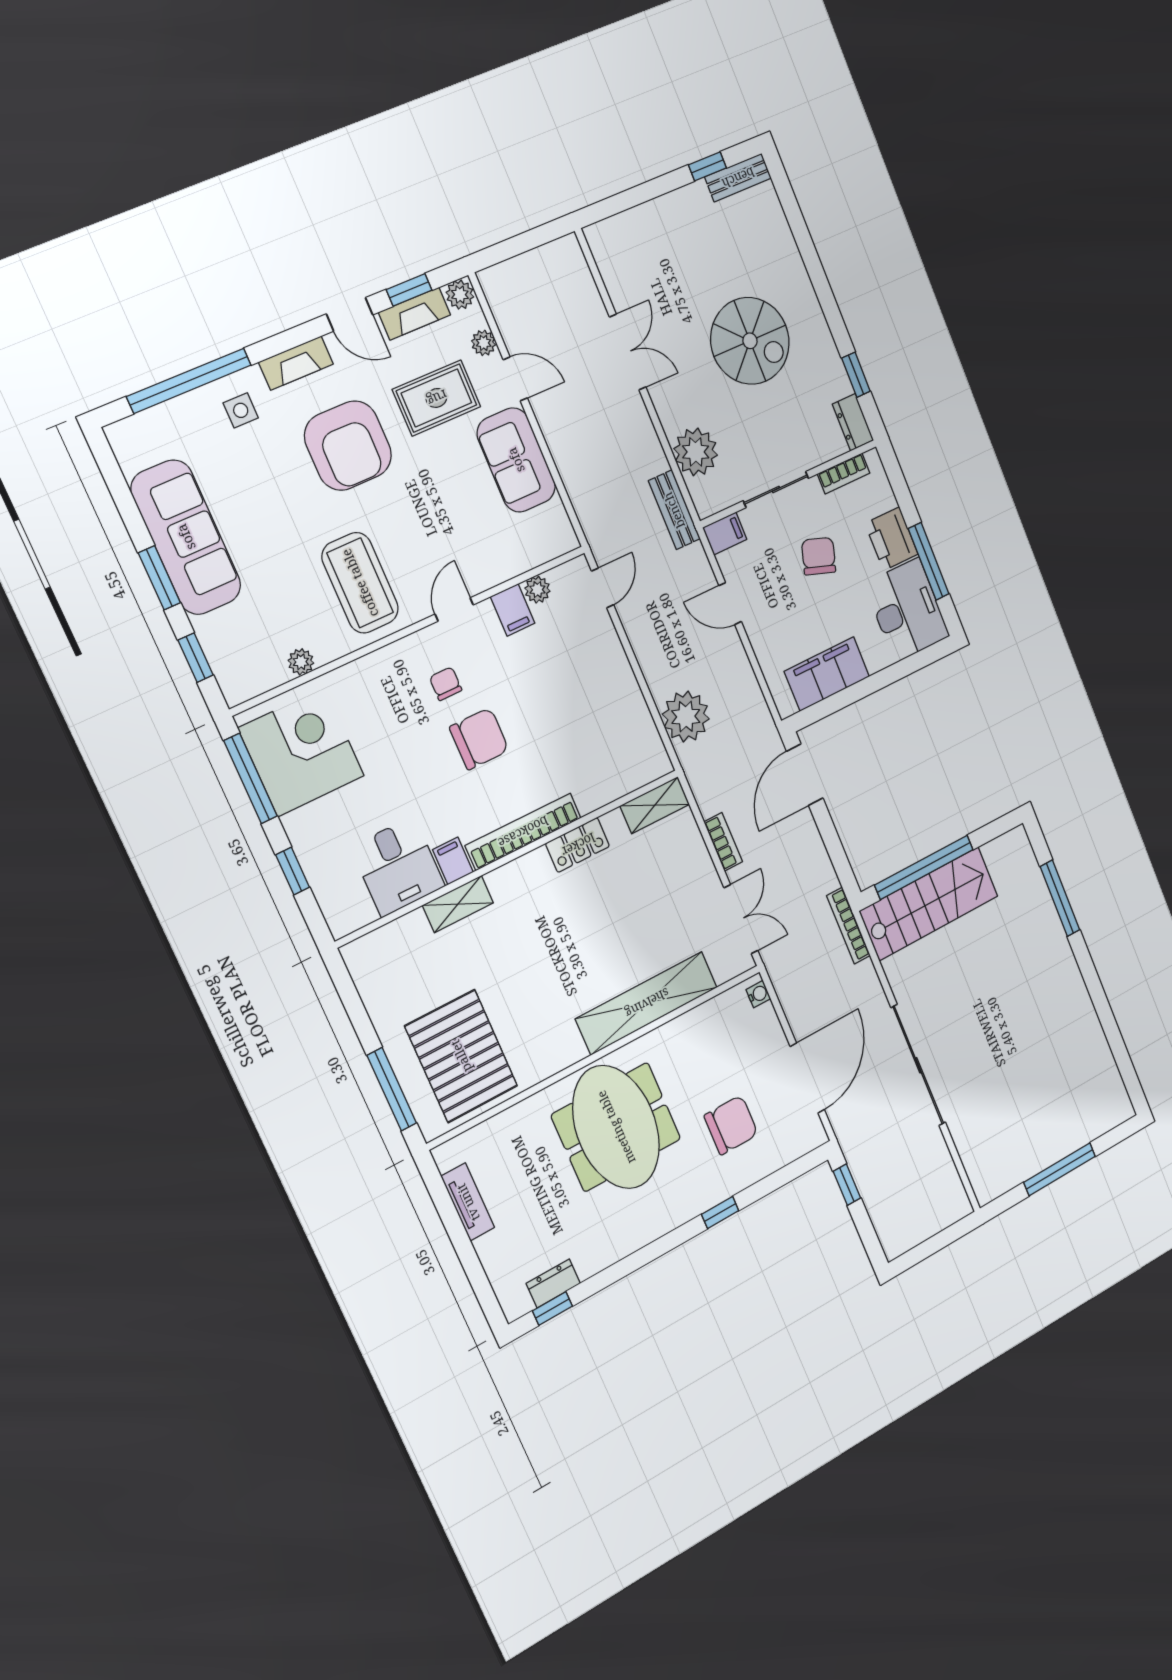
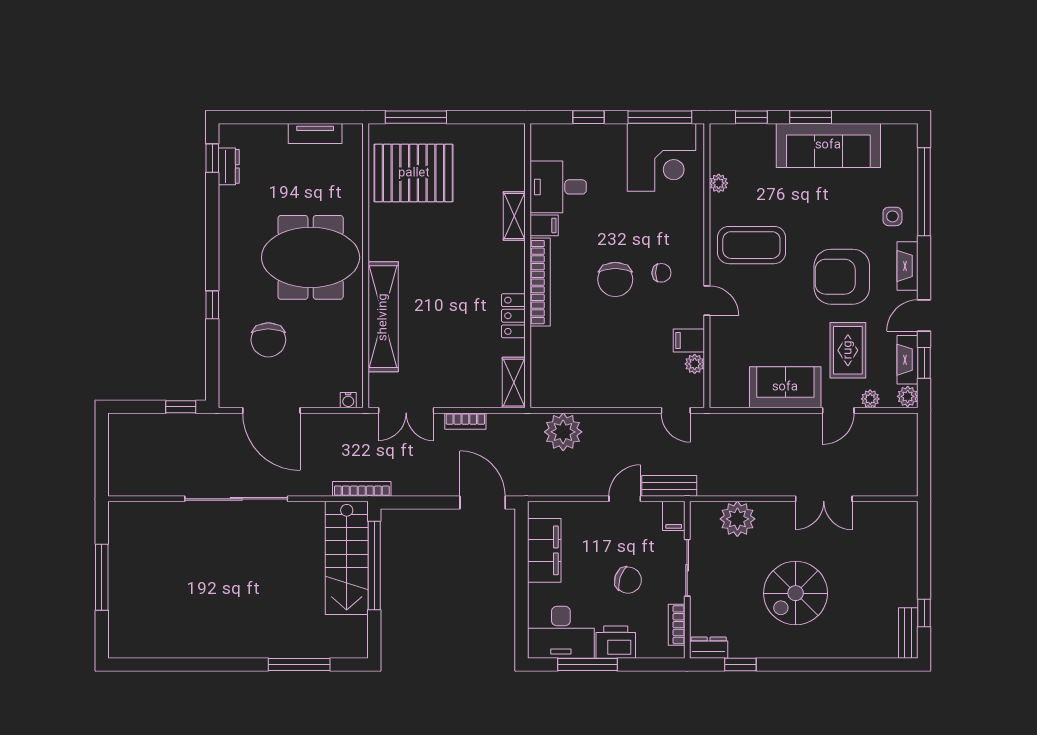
bench: (674, 510) -> (669, 486), moved

